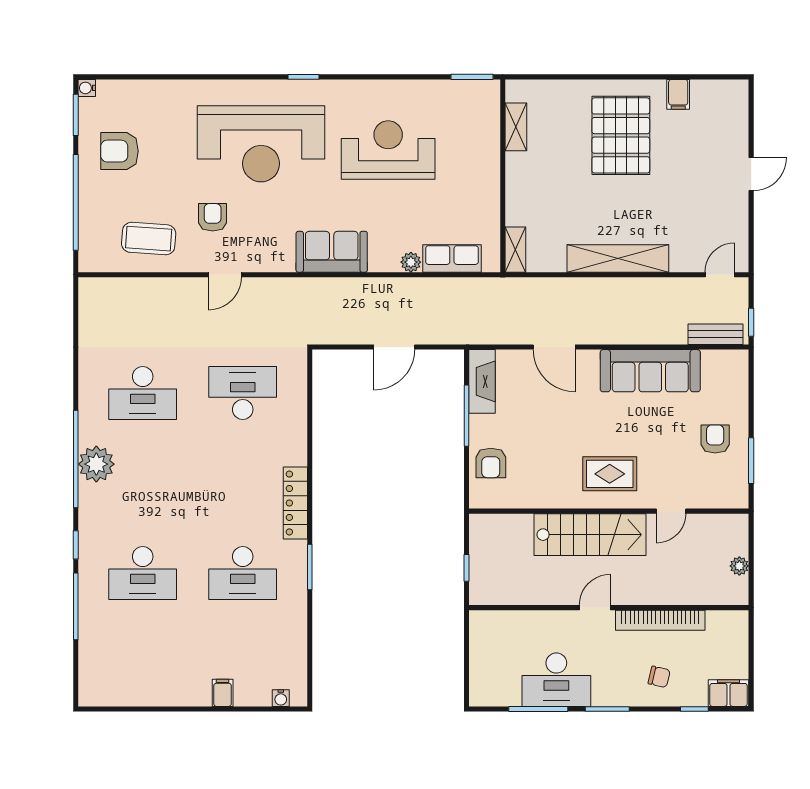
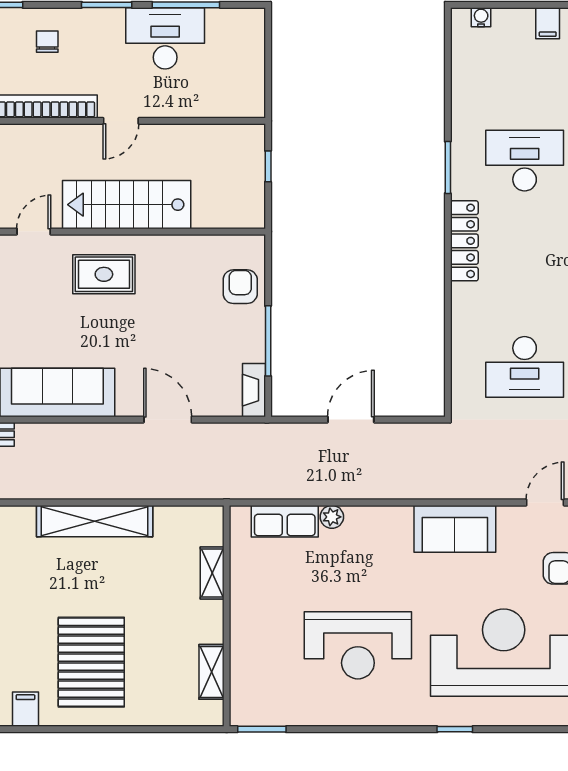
shelving: (515, 250) -> (212, 573), moved
sofa: (332, 252) -> (455, 529), moved
fireplace: (482, 381) -> (254, 390), width x0.73, depth x0.76
chair: (659, 677) -> (47, 42), turned 77

